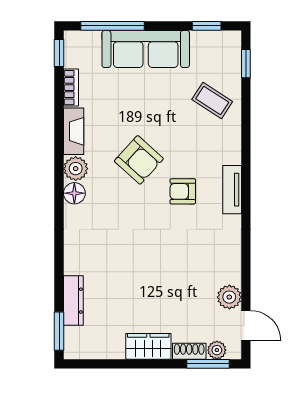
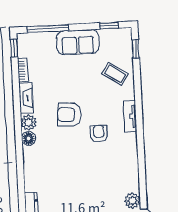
sofa: (146, 49) -> (78, 42), width x0.73
armchair: (139, 160) -> (69, 115), turned 142
tv unit: (232, 190) -> (130, 116), moved
armchair: (183, 191) -> (99, 134), turned 90

